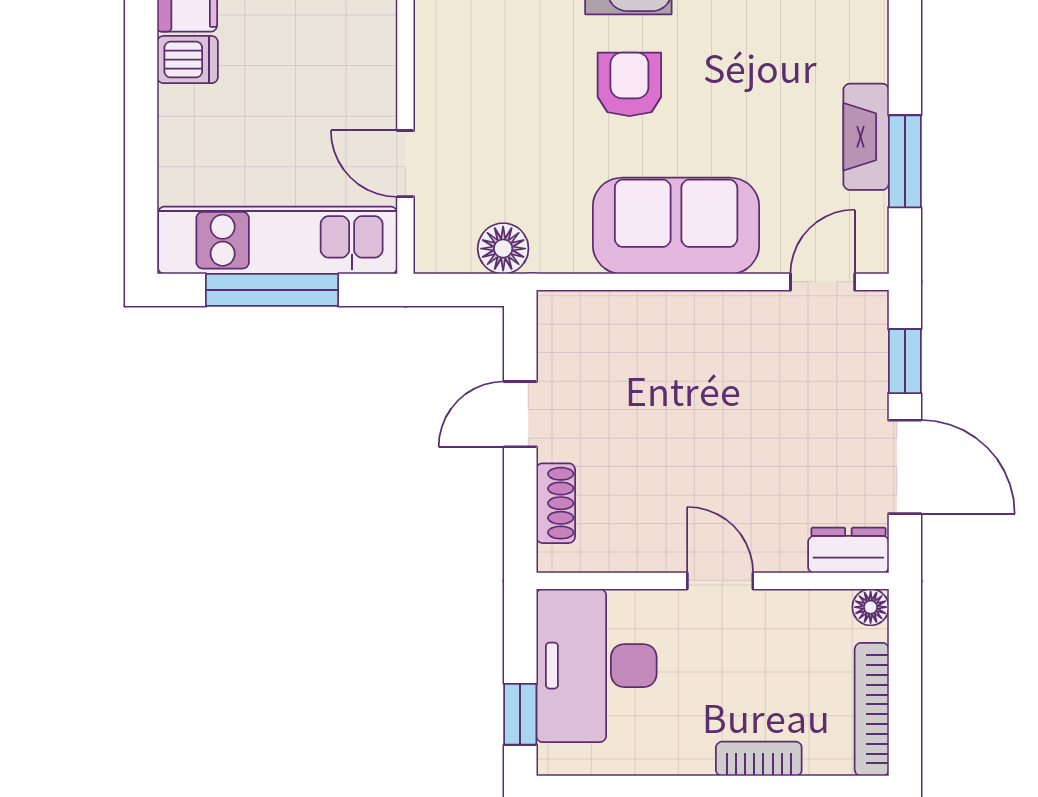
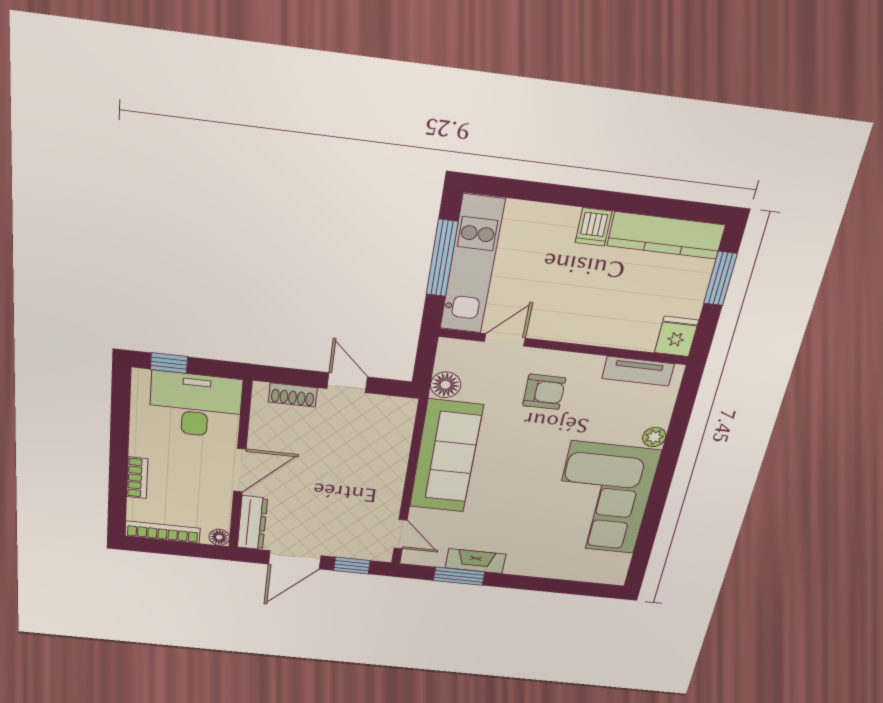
armchair: (629, 84) -> (544, 392), moved
sofa: (676, 226) -> (446, 456), width x1.36
dresser: (848, 550) -> (252, 523), width x1.44
door: (720, 581) -> (240, 470), width x1.38

